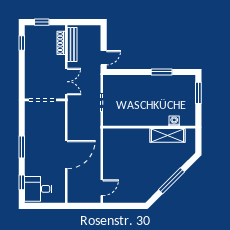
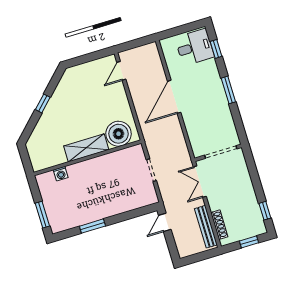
shelving: (168, 135) -> (86, 148), moved
boiler: (119, 139) -> (119, 134), added
window: (172, 181) -> (43, 103), width x0.46

